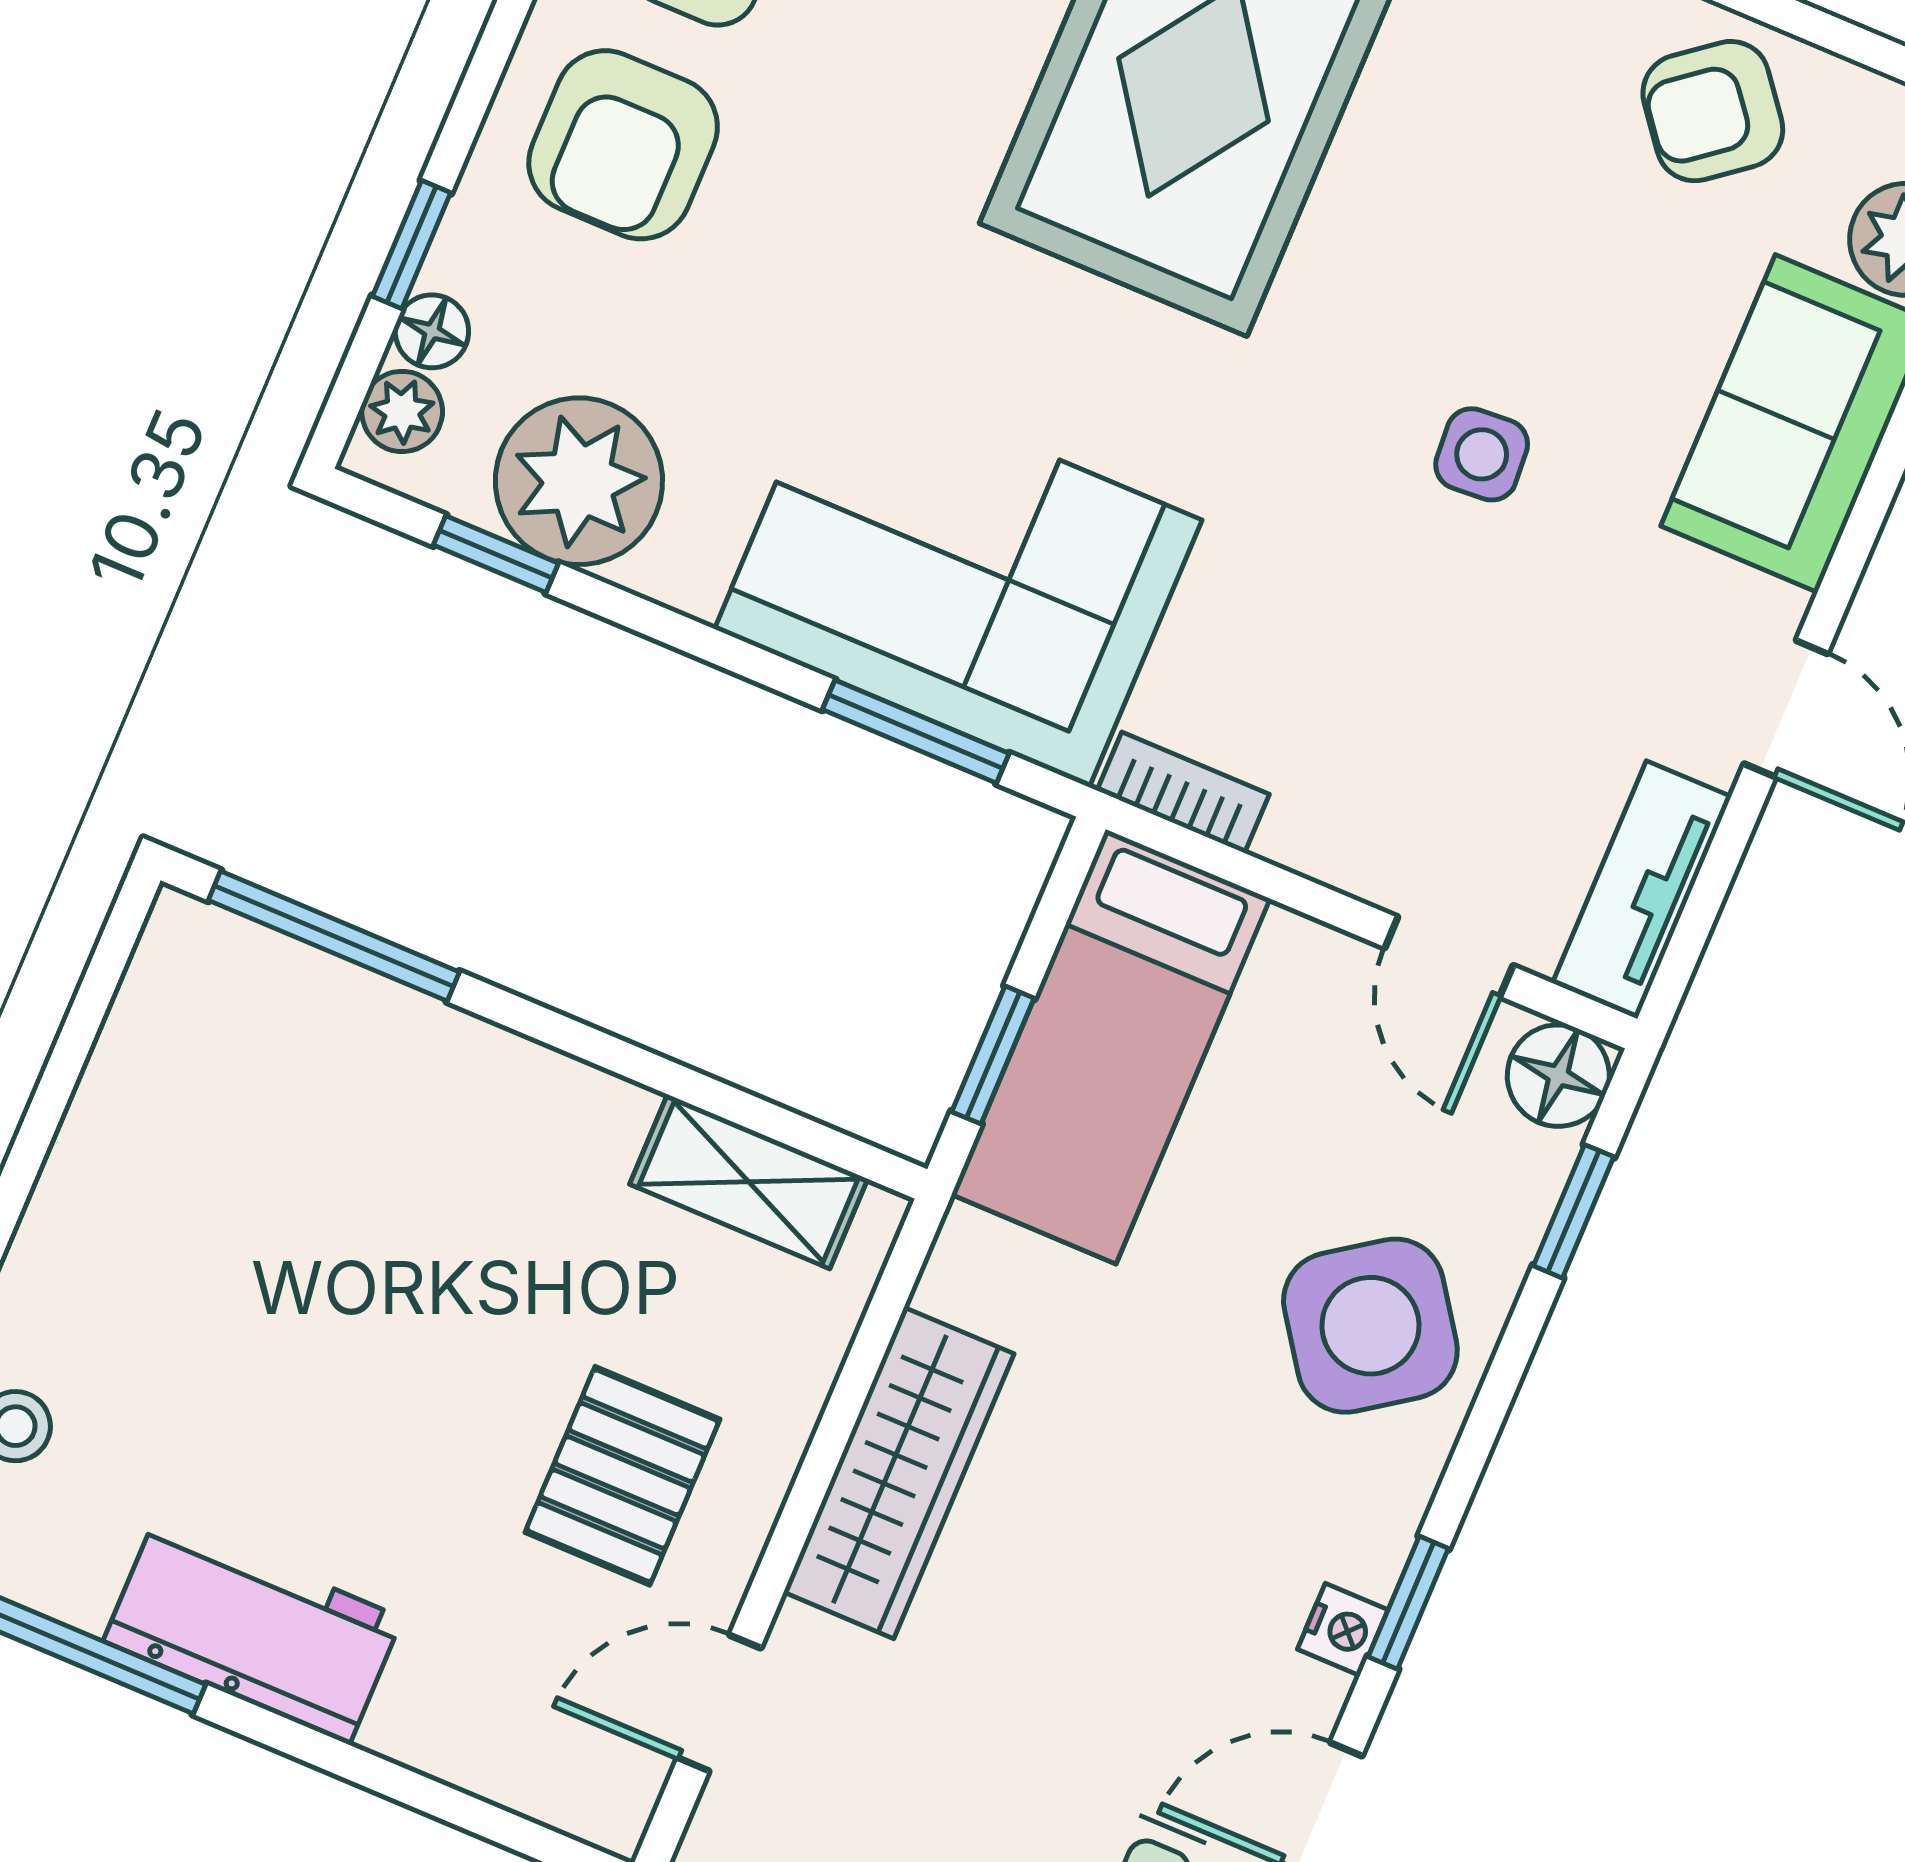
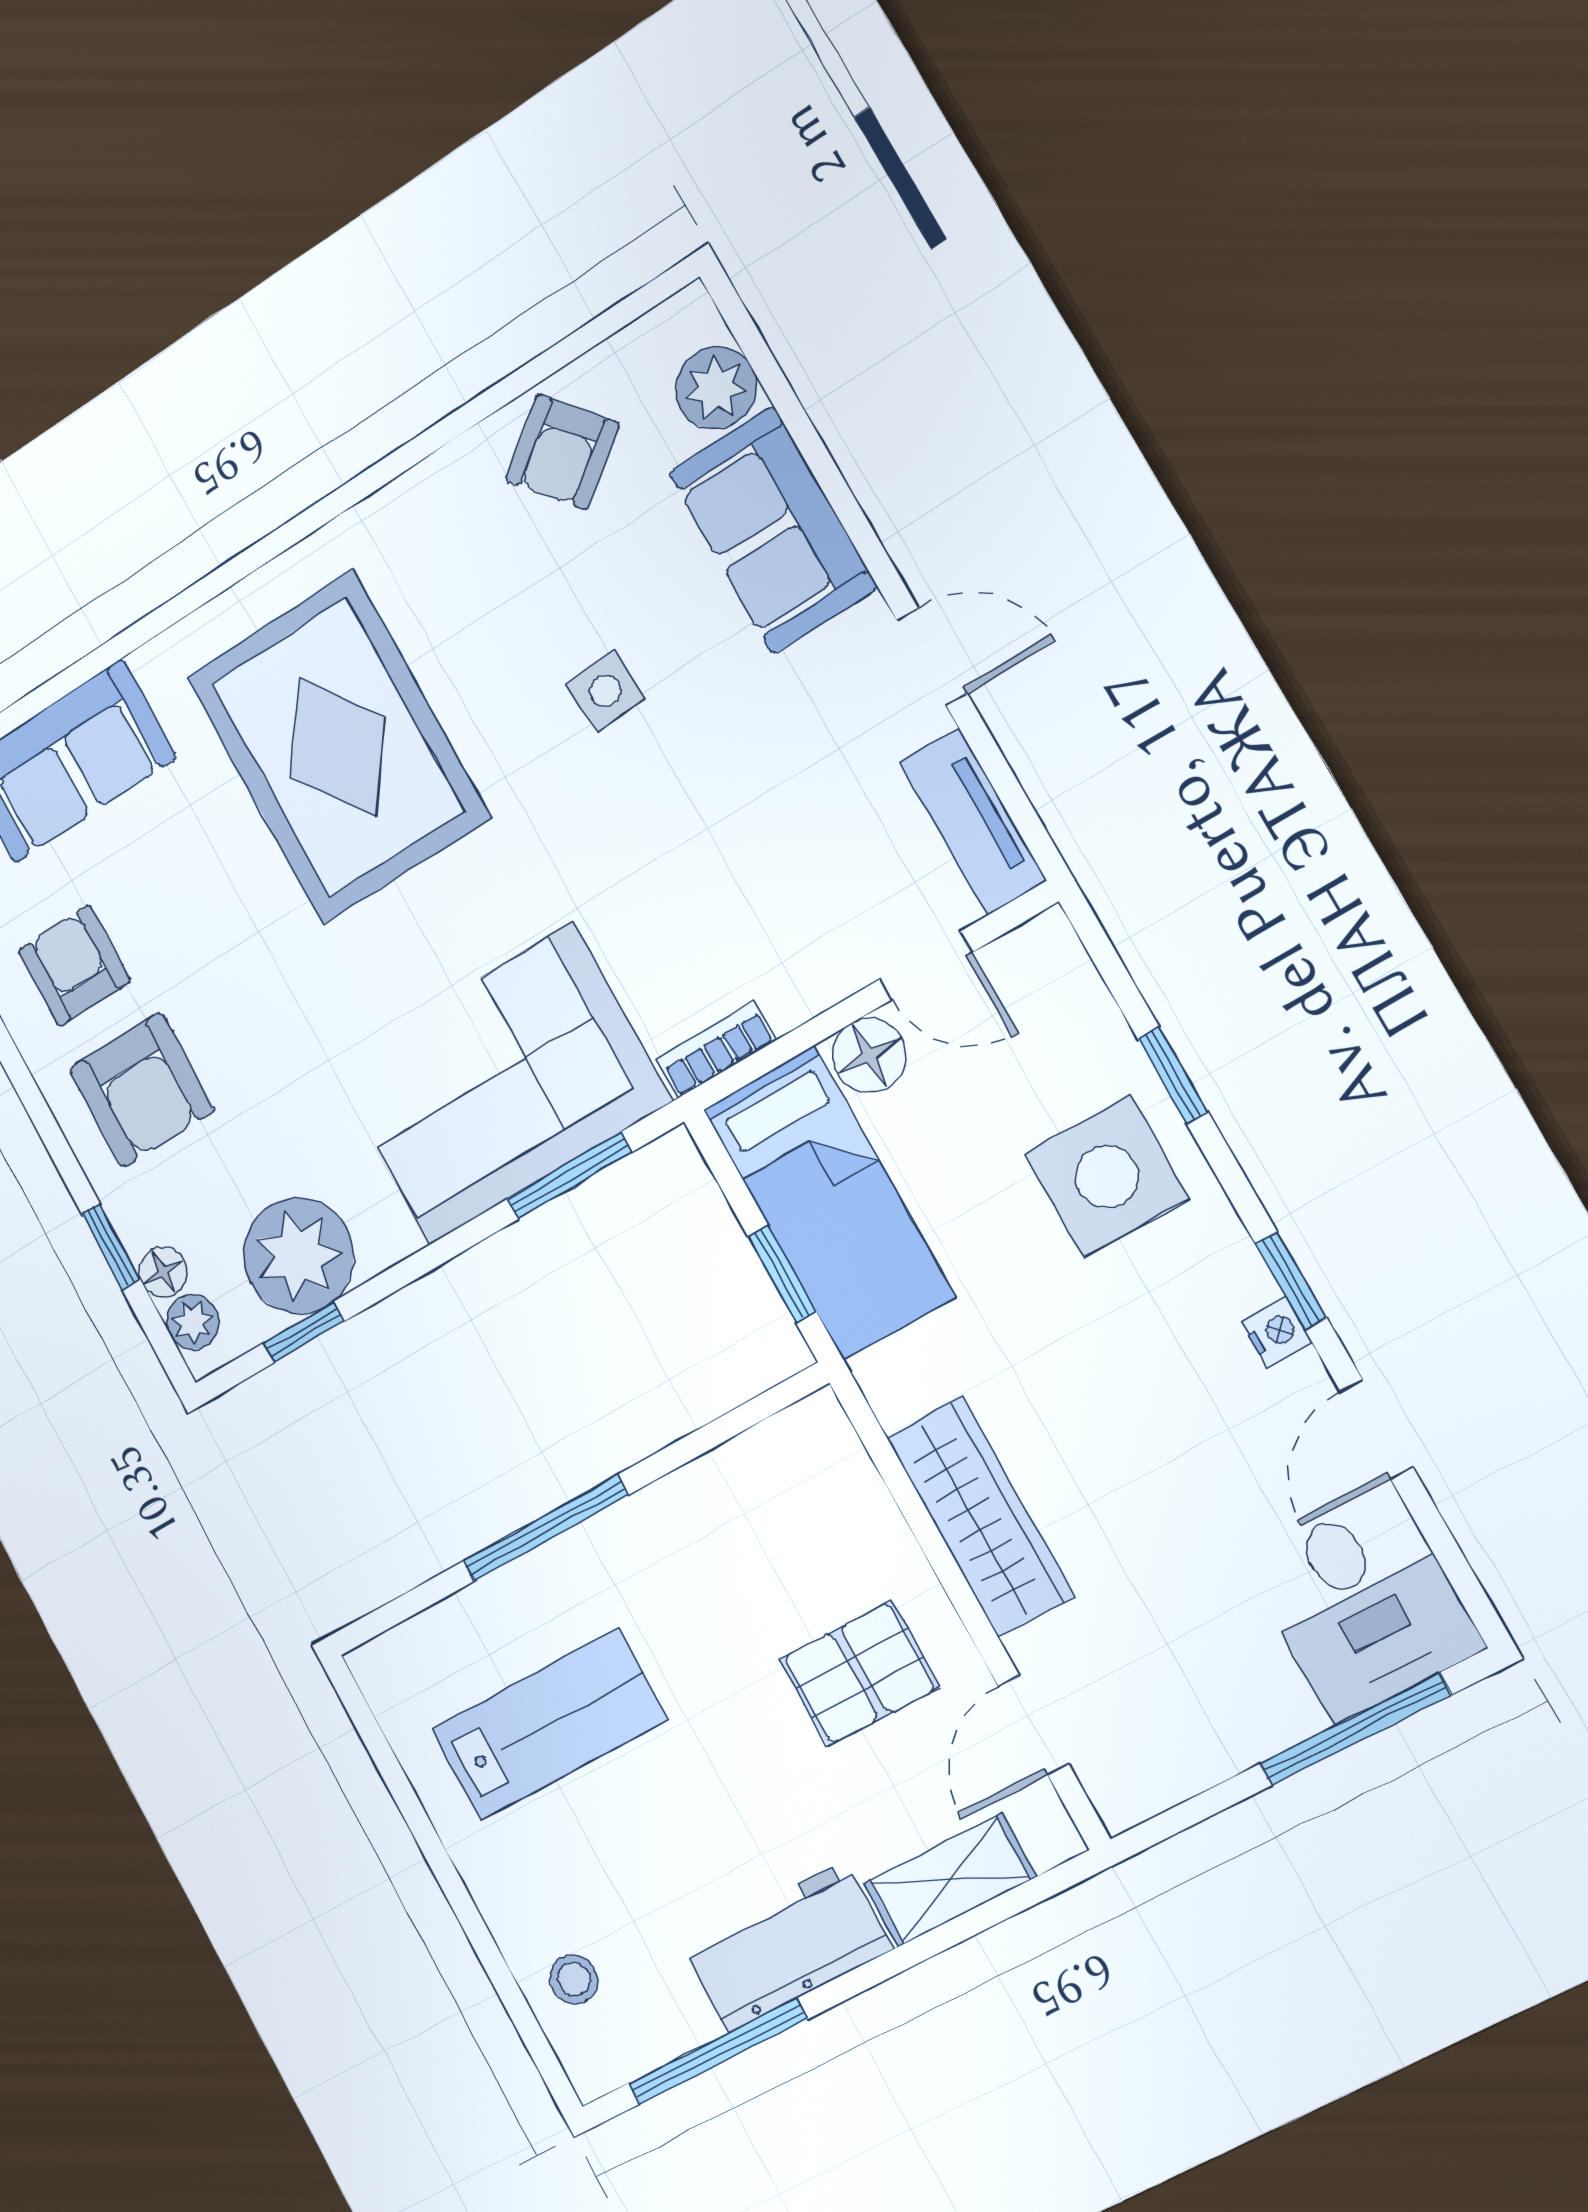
side table: (1482, 454) -> (605, 691), moved
window: (334, 936) -> (545, 1528), moved
floor lamp: (1558, 1076) -> (869, 1055), moved
lab bench: (280, 1179) -> (549, 1724), added
shelving: (749, 1182) -> (950, 1880), moved
window: (1574, 1211) -> (1173, 1075), moved
side table: (1370, 1326) -> (1107, 1176), turned 35
pallet: (622, 1476) -> (859, 1673), turned 90

